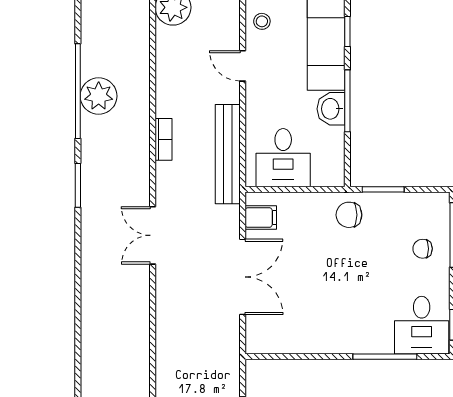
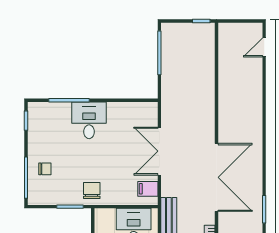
chair: (349, 215) -> (92, 191), turned -90
double door: (153, 235) -> (216, 177), width x1.87
desk: (422, 325) -> (89, 120), moved

